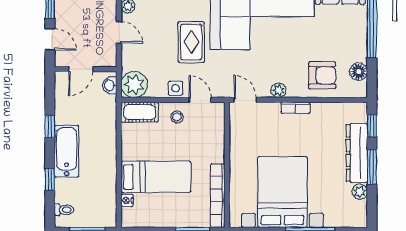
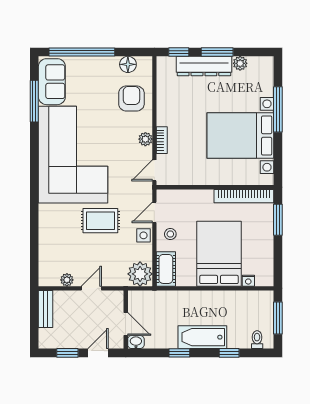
washbasin: (110, 85) -> (136, 342), moved, turned 180
bookcase: (295, 108) -> (162, 140), moved
bed: (156, 177) -> (219, 254), width x1.50

